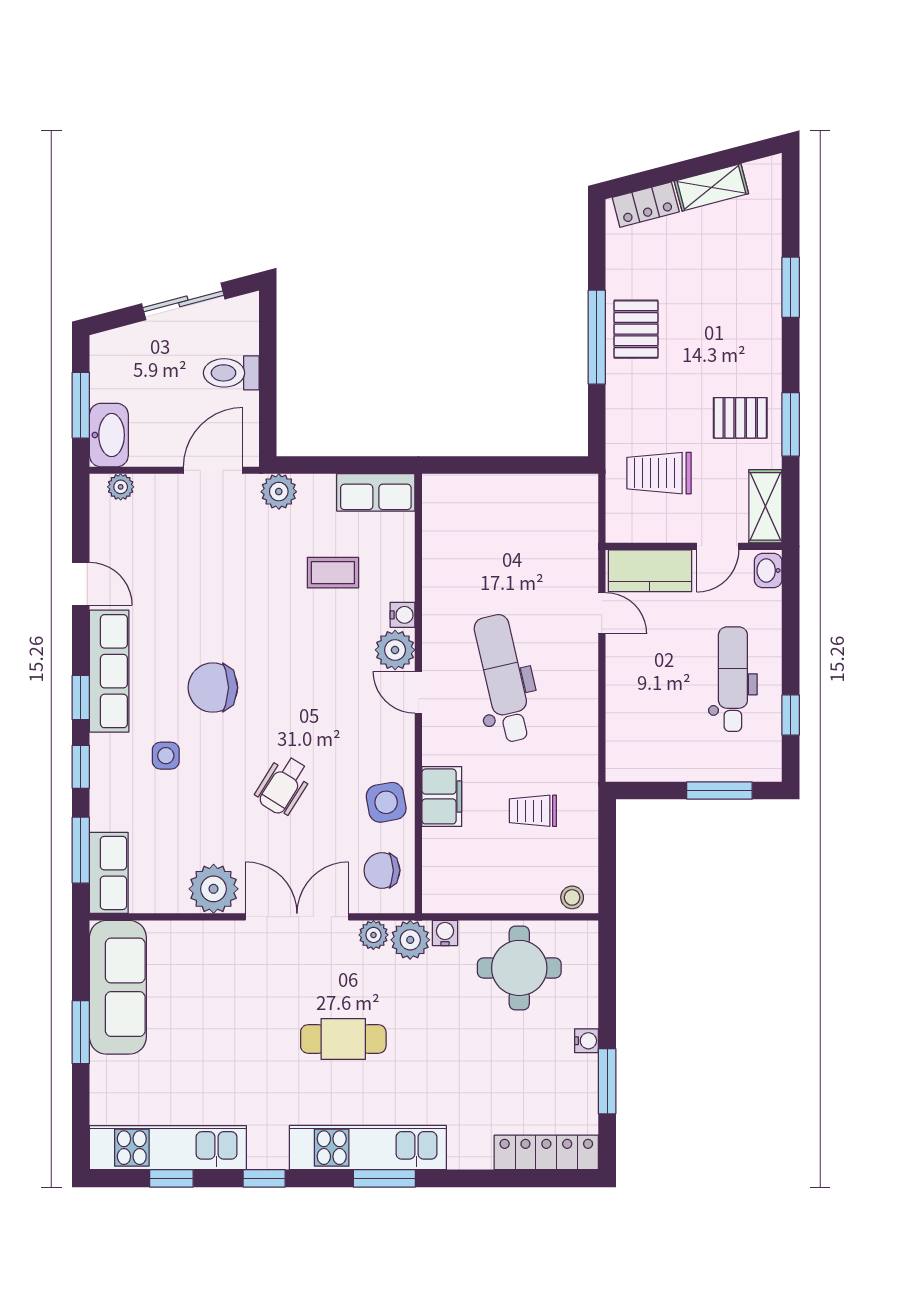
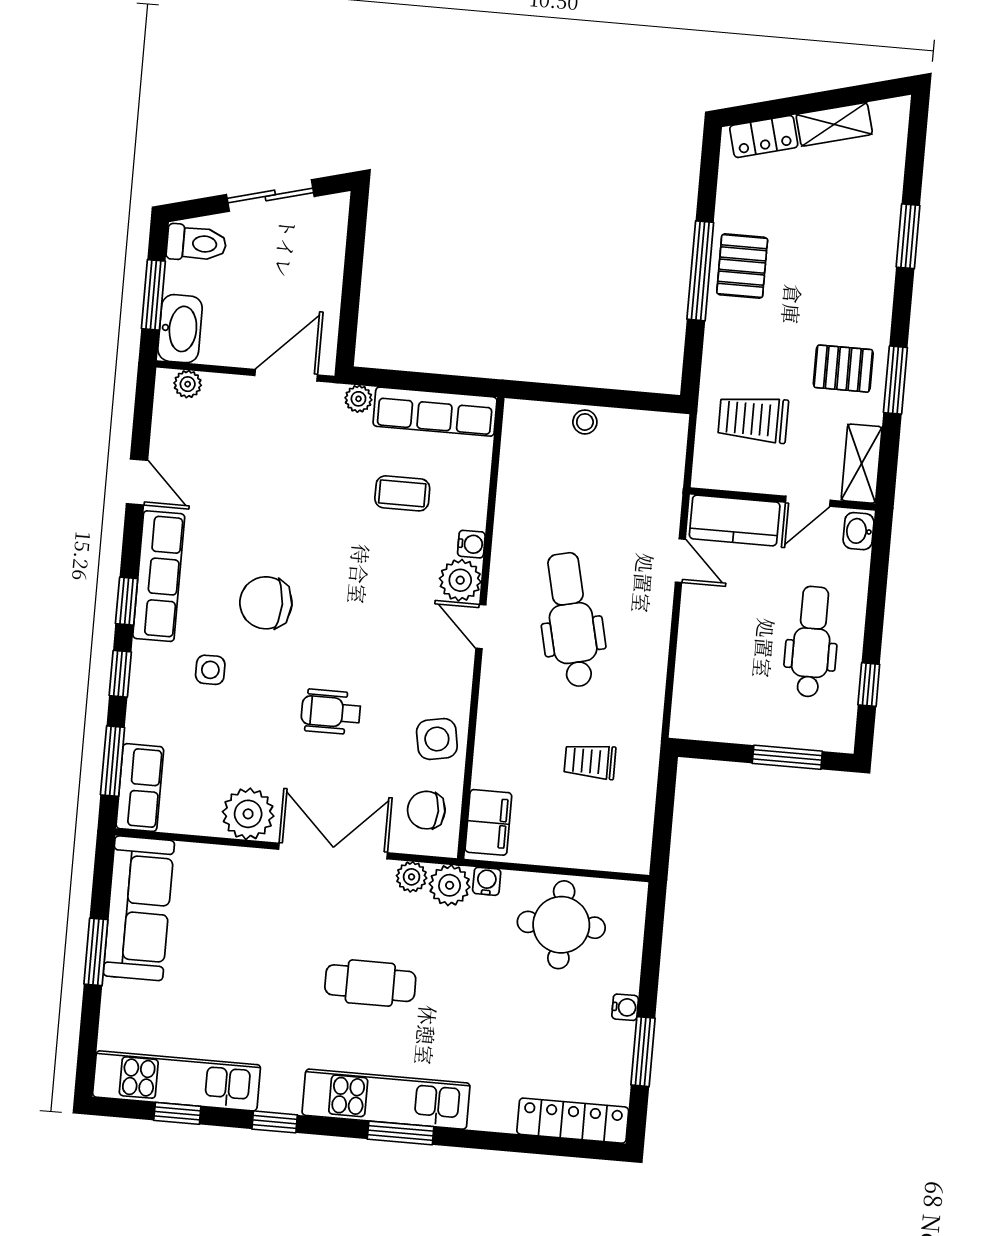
toilet: (231, 373) -> (196, 243), moved, turned 180
plant: (279, 492) -> (358, 399), width x0.73, depth x0.73
row of seats: (376, 492) -> (435, 412), width x1.48
wheelchair: (283, 785) -> (331, 712), turned 58
filing cabinet: (442, 796) -> (488, 822), moved
stool: (572, 897) -> (585, 422), moved

